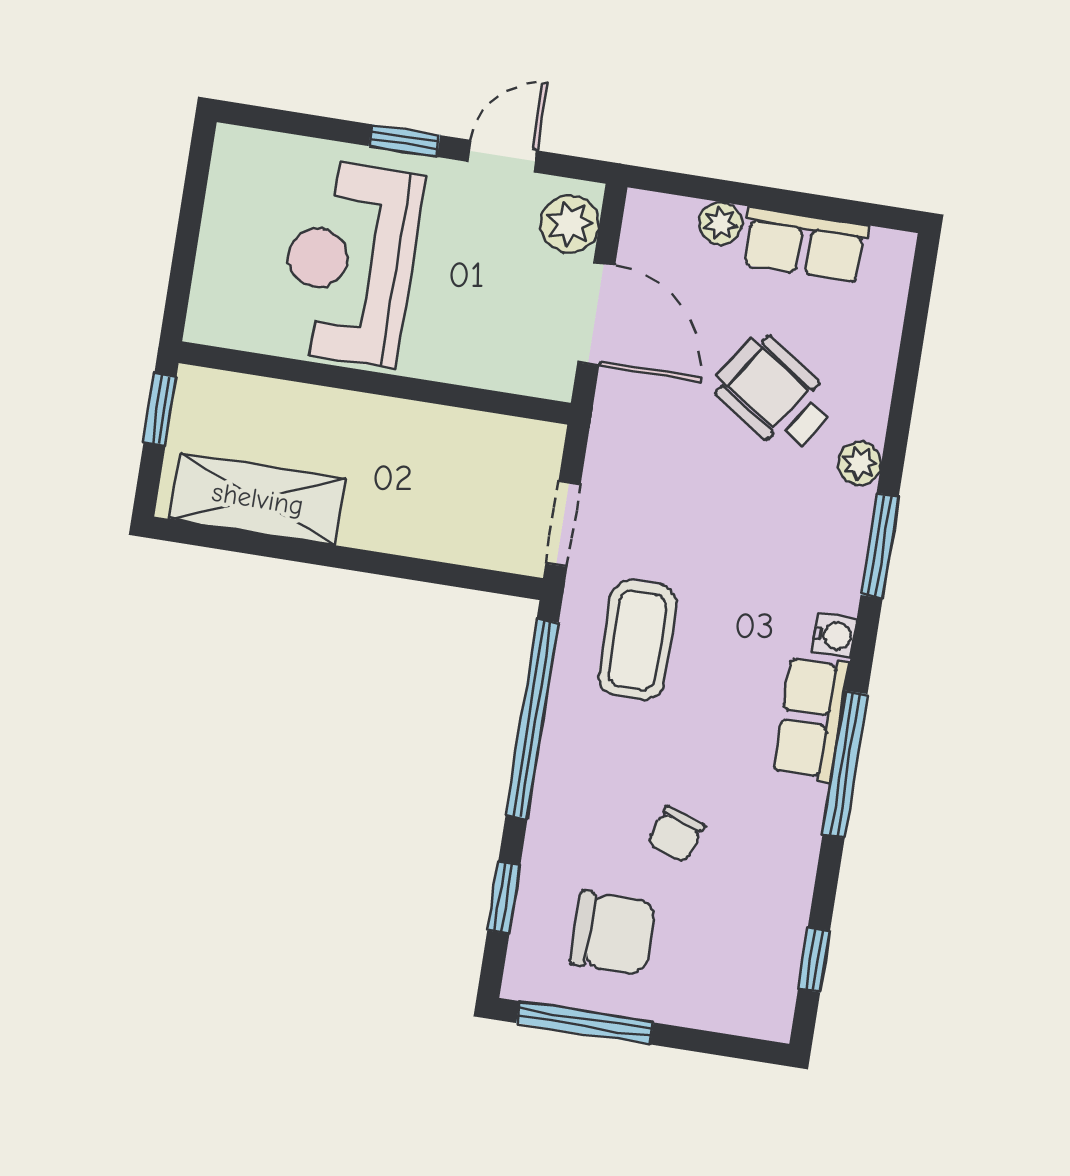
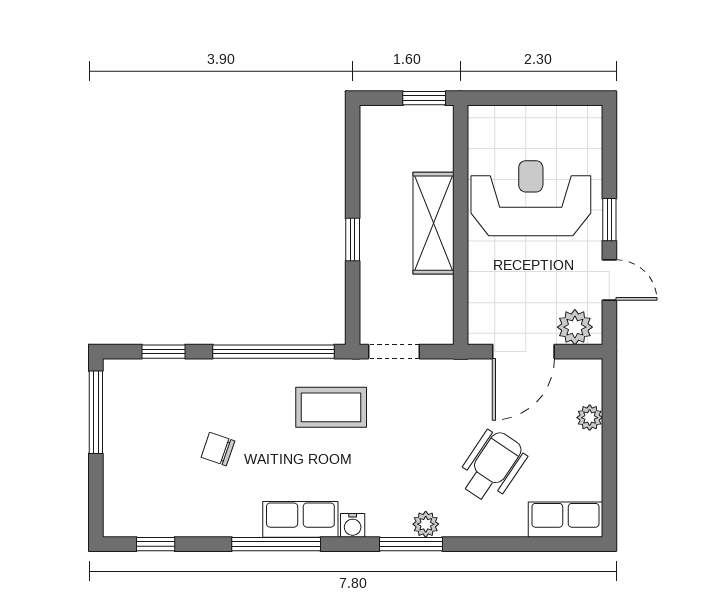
row of seats: (805, 245) -> (565, 520), moved, turned 90
plant: (860, 463) -> (426, 524), moved
shelving: (258, 499) -> (434, 223), moved
window: (371, 562) -> (353, 240), added
chair: (613, 933) -> (152, 421), removed

